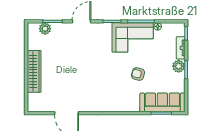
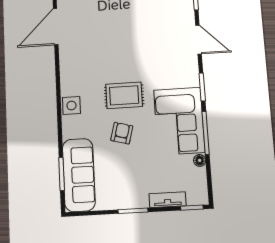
plant: (179, 66) -> (138, 198), removed
rug: (114, 71) -> (124, 95), added
side table: (119, 105) -> (71, 105), added

